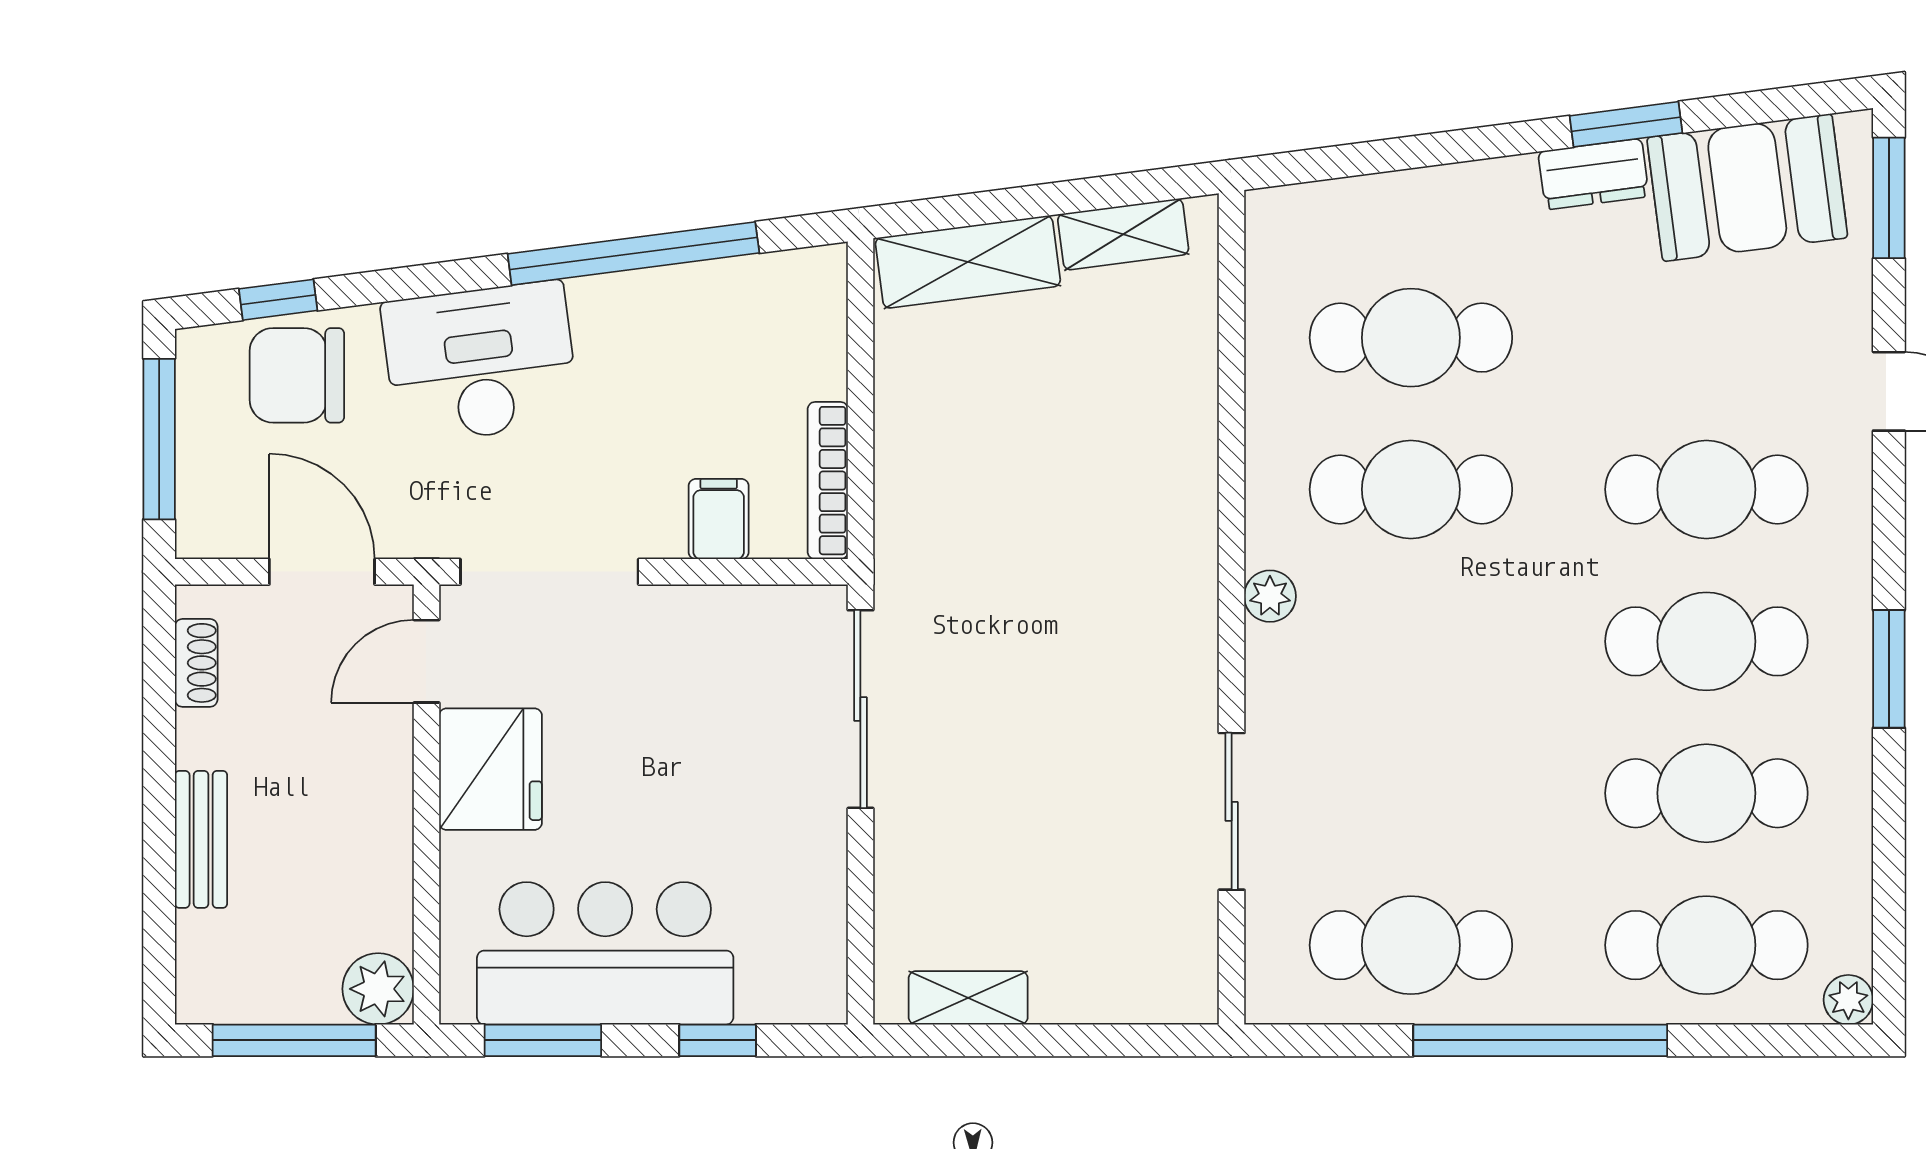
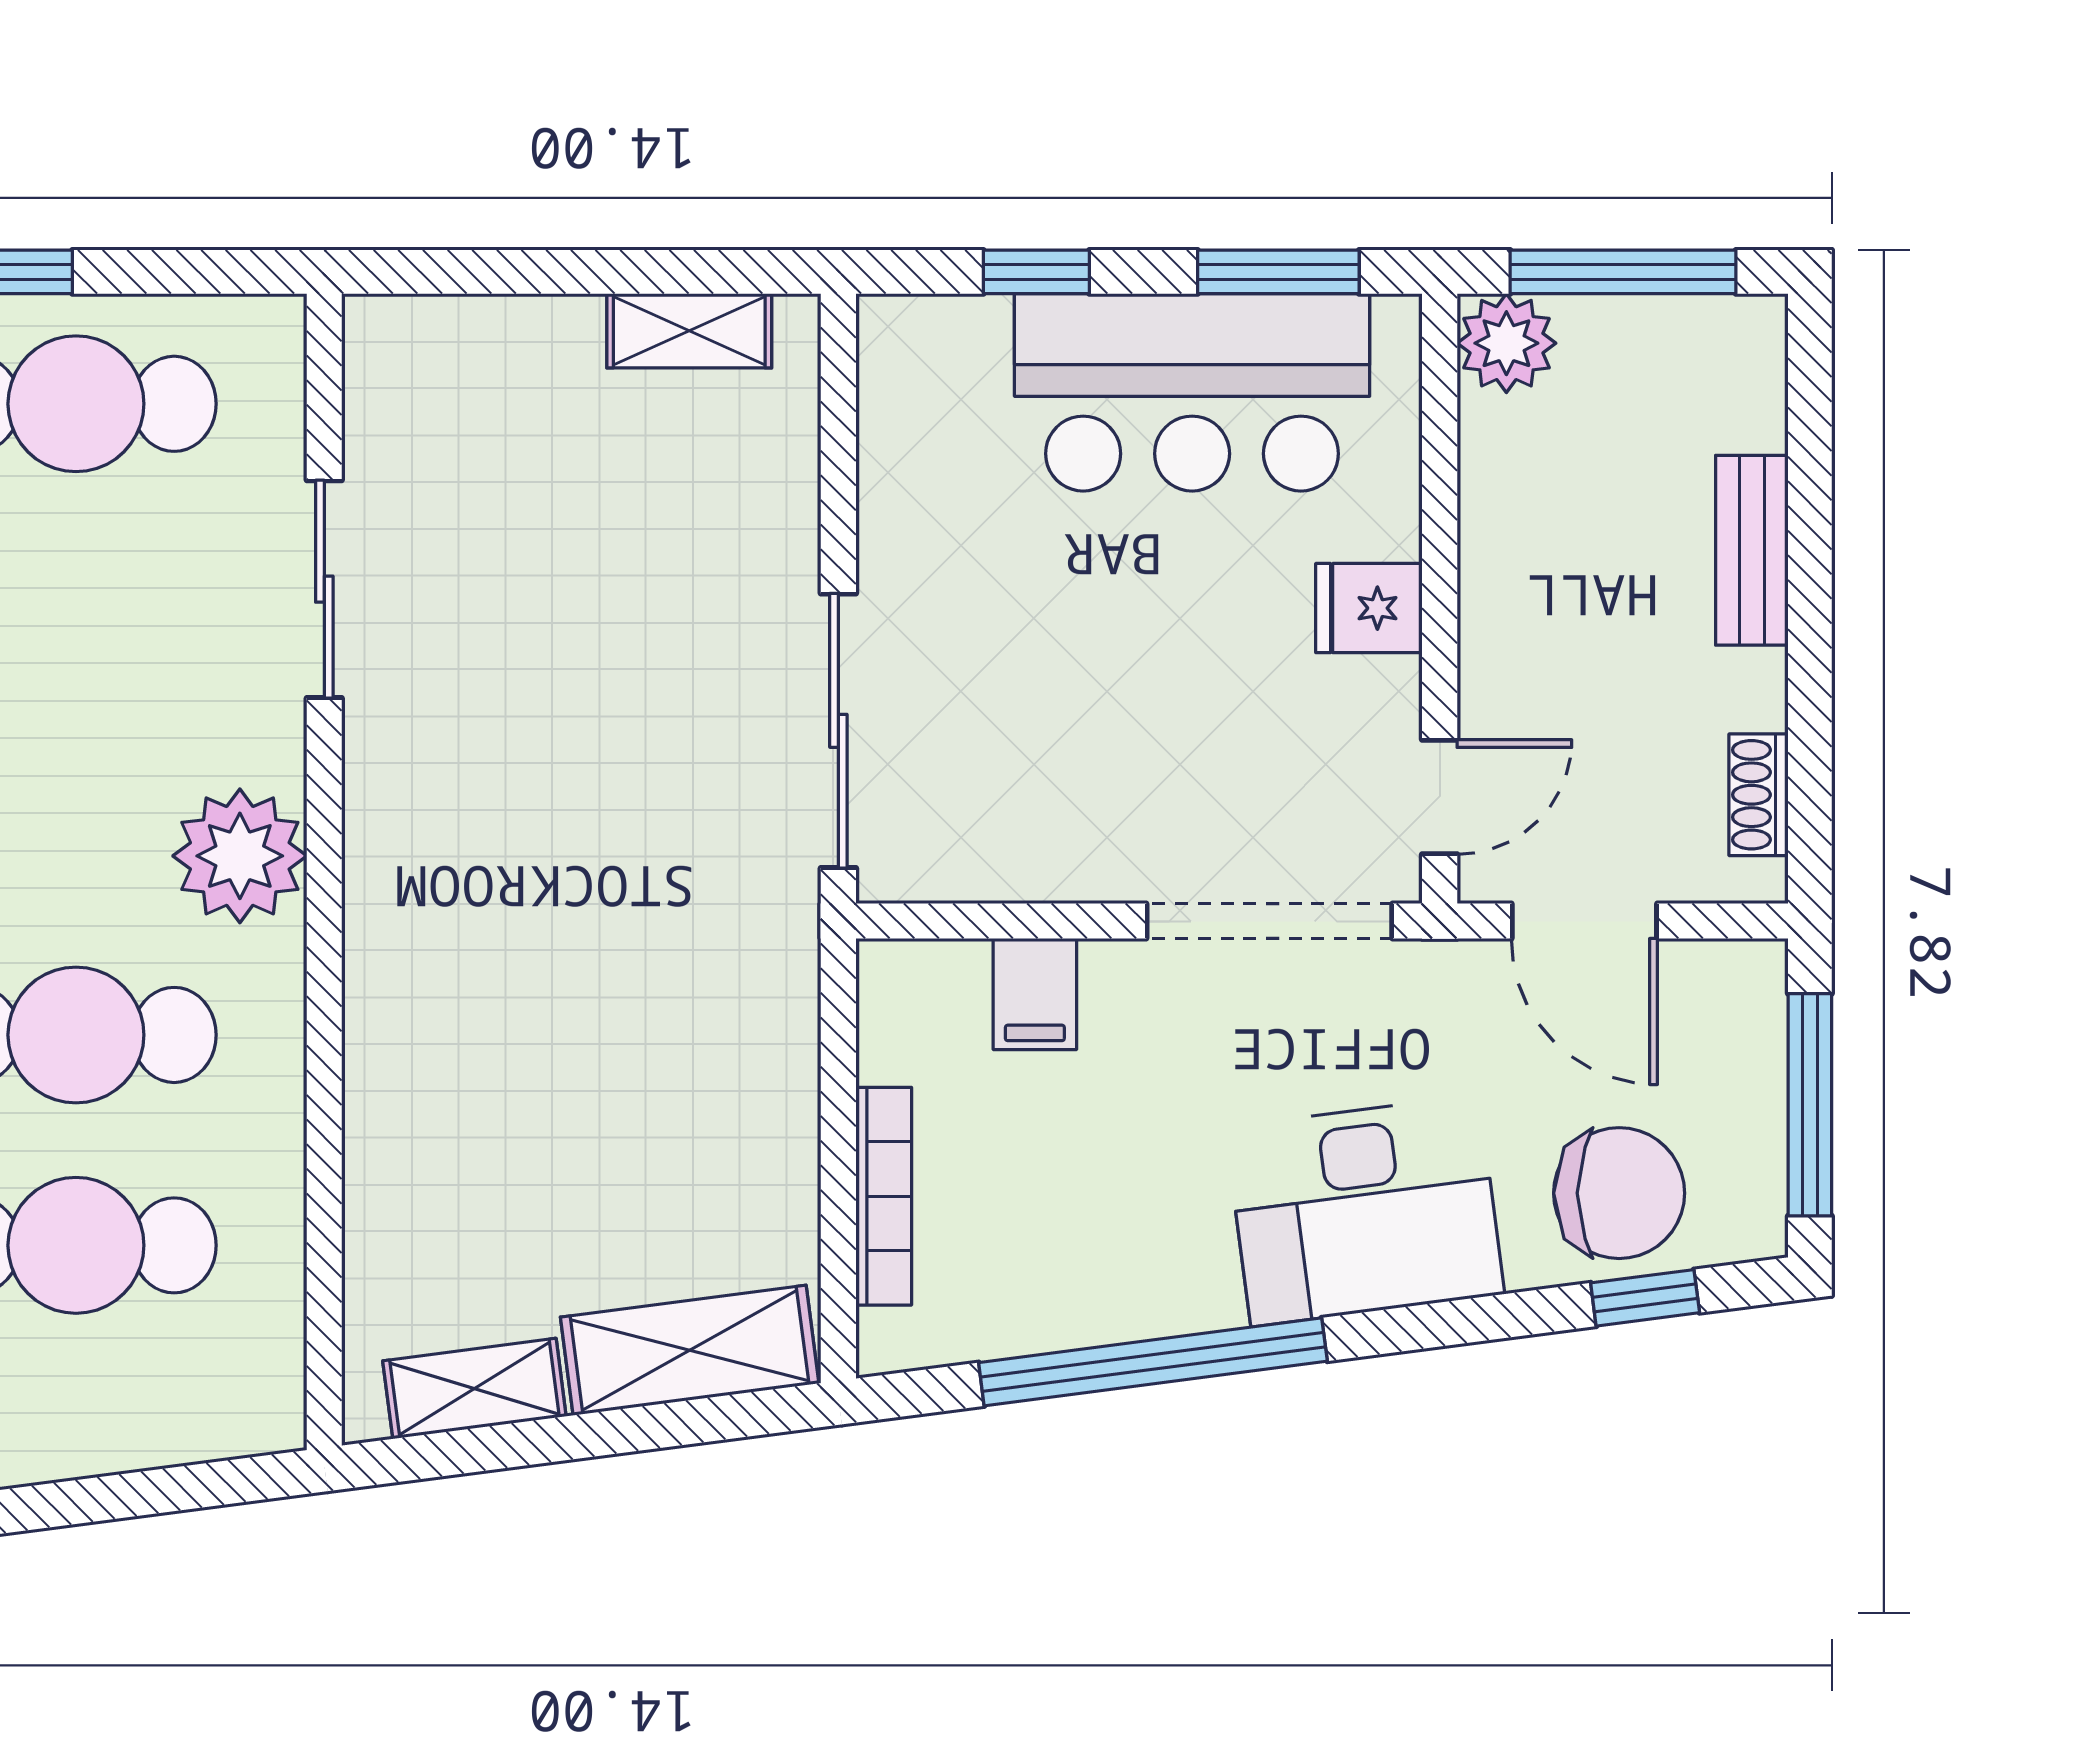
bookcase: (828, 481) -> (884, 1196), moved
plant: (1270, 596) -> (240, 856), width x1.88, depth x1.88
fridge: (490, 769) -> (1369, 608), width x0.53, depth x0.75

